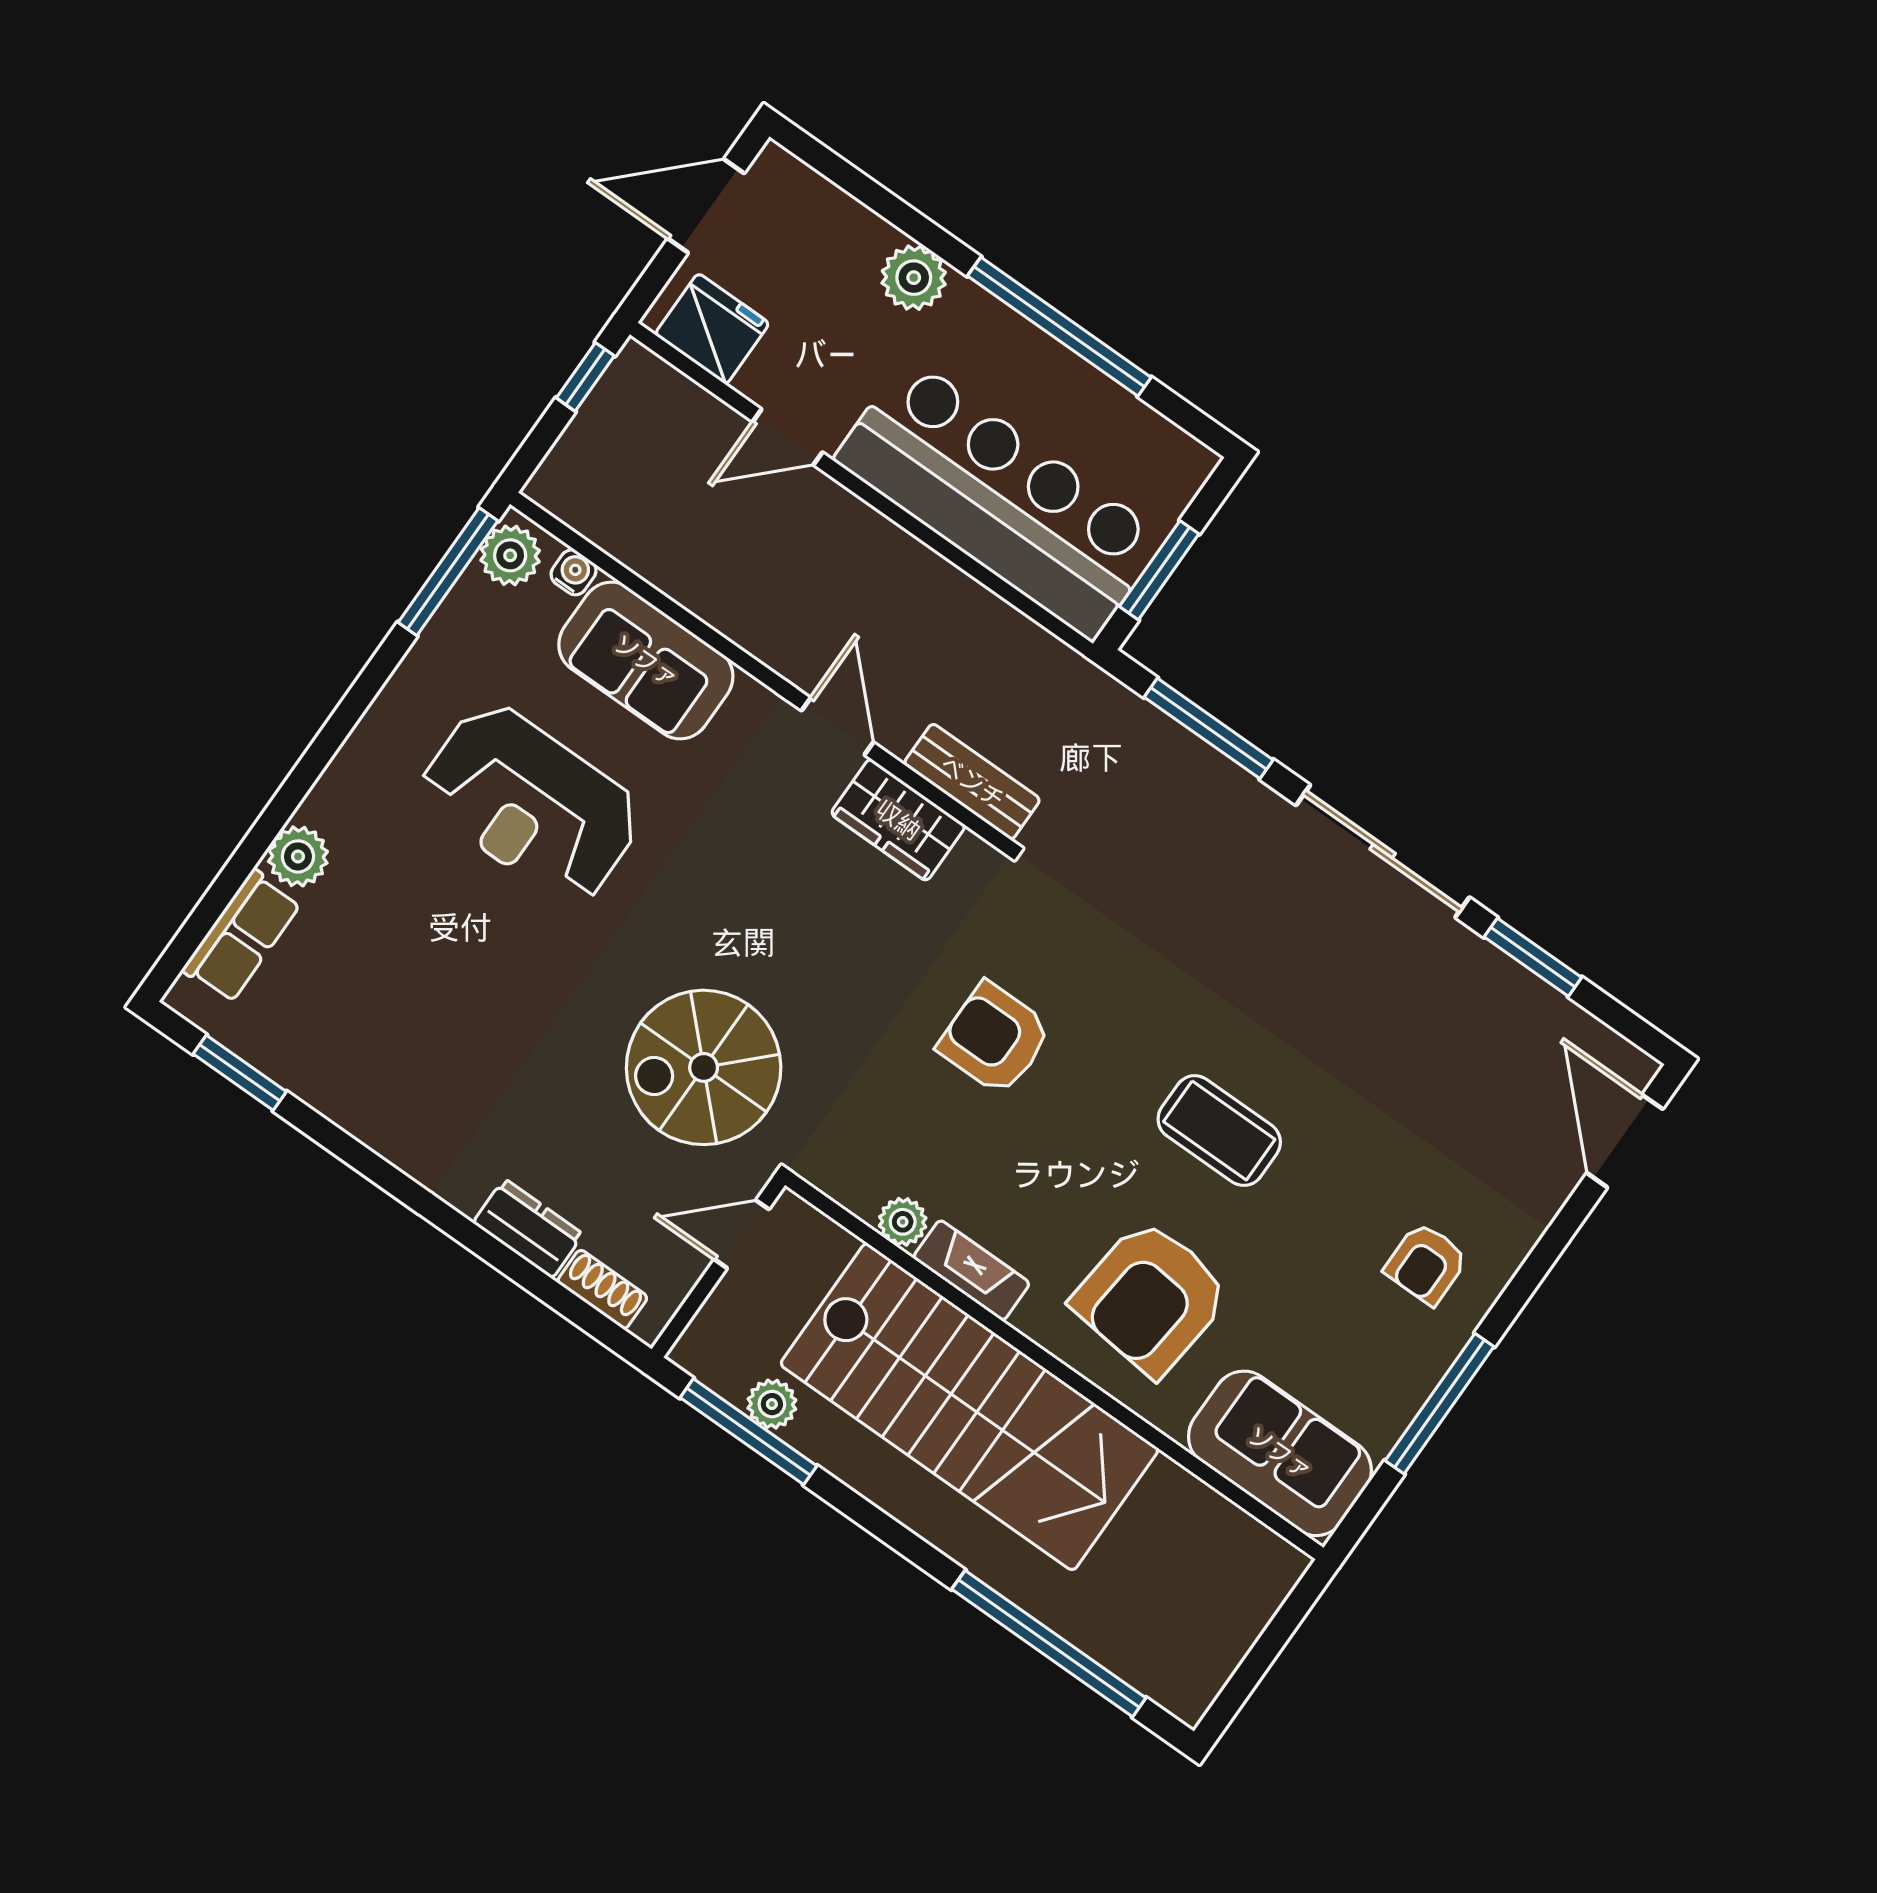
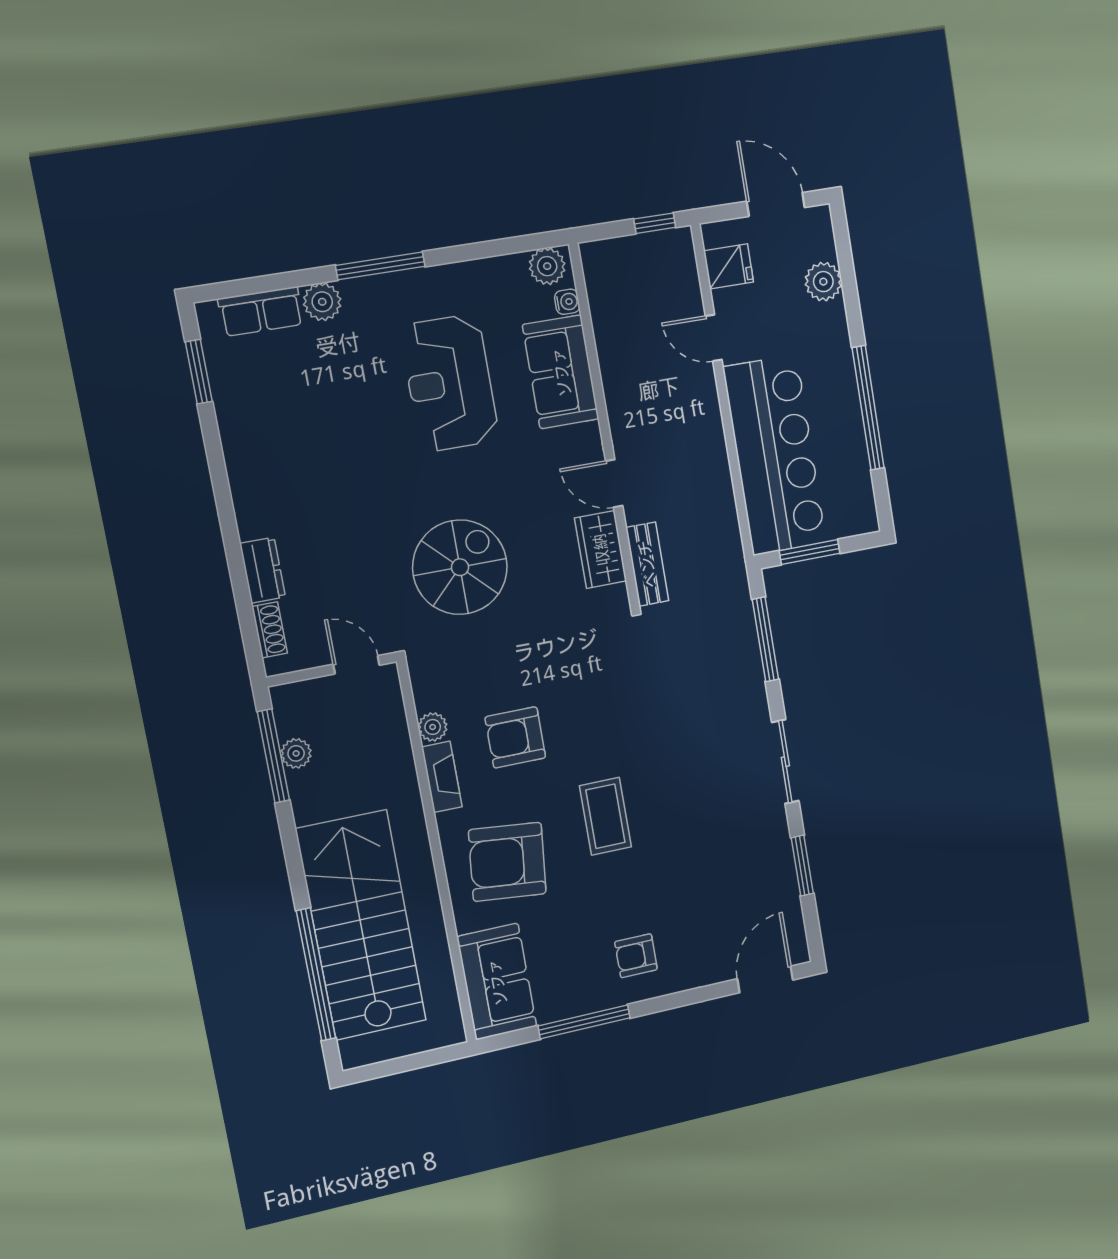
plant: (914, 278) -> (823, 282), moved
fridge: (712, 329) -> (729, 266), width x0.72
window: (448, 572) -> (380, 266), moved
door: (837, 726) -> (614, 483), swing flipped
sliding door: (1383, 851) -> (785, 762), width x0.73
armchair: (995, 1039) -> (515, 737), moved, turned -90
spiral stairs: (704, 1067) -> (460, 567), moved, turned 90
stairs: (969, 1407) -> (361, 925), moved, turned 180

